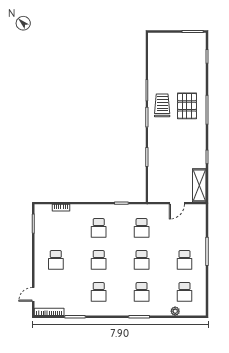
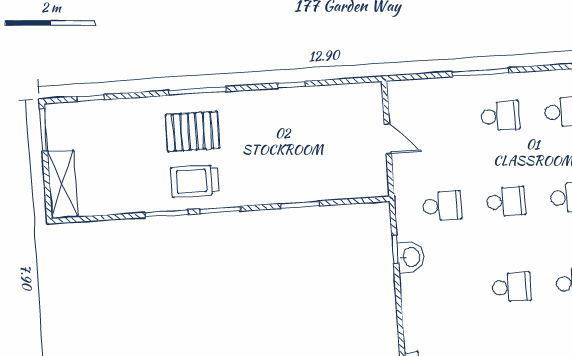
shelving: (199, 185) -> (63, 184), moved, turned 90
washbasin: (117, 211) -> (411, 257), added
school desk: (99, 228) -> (448, 292), removed

